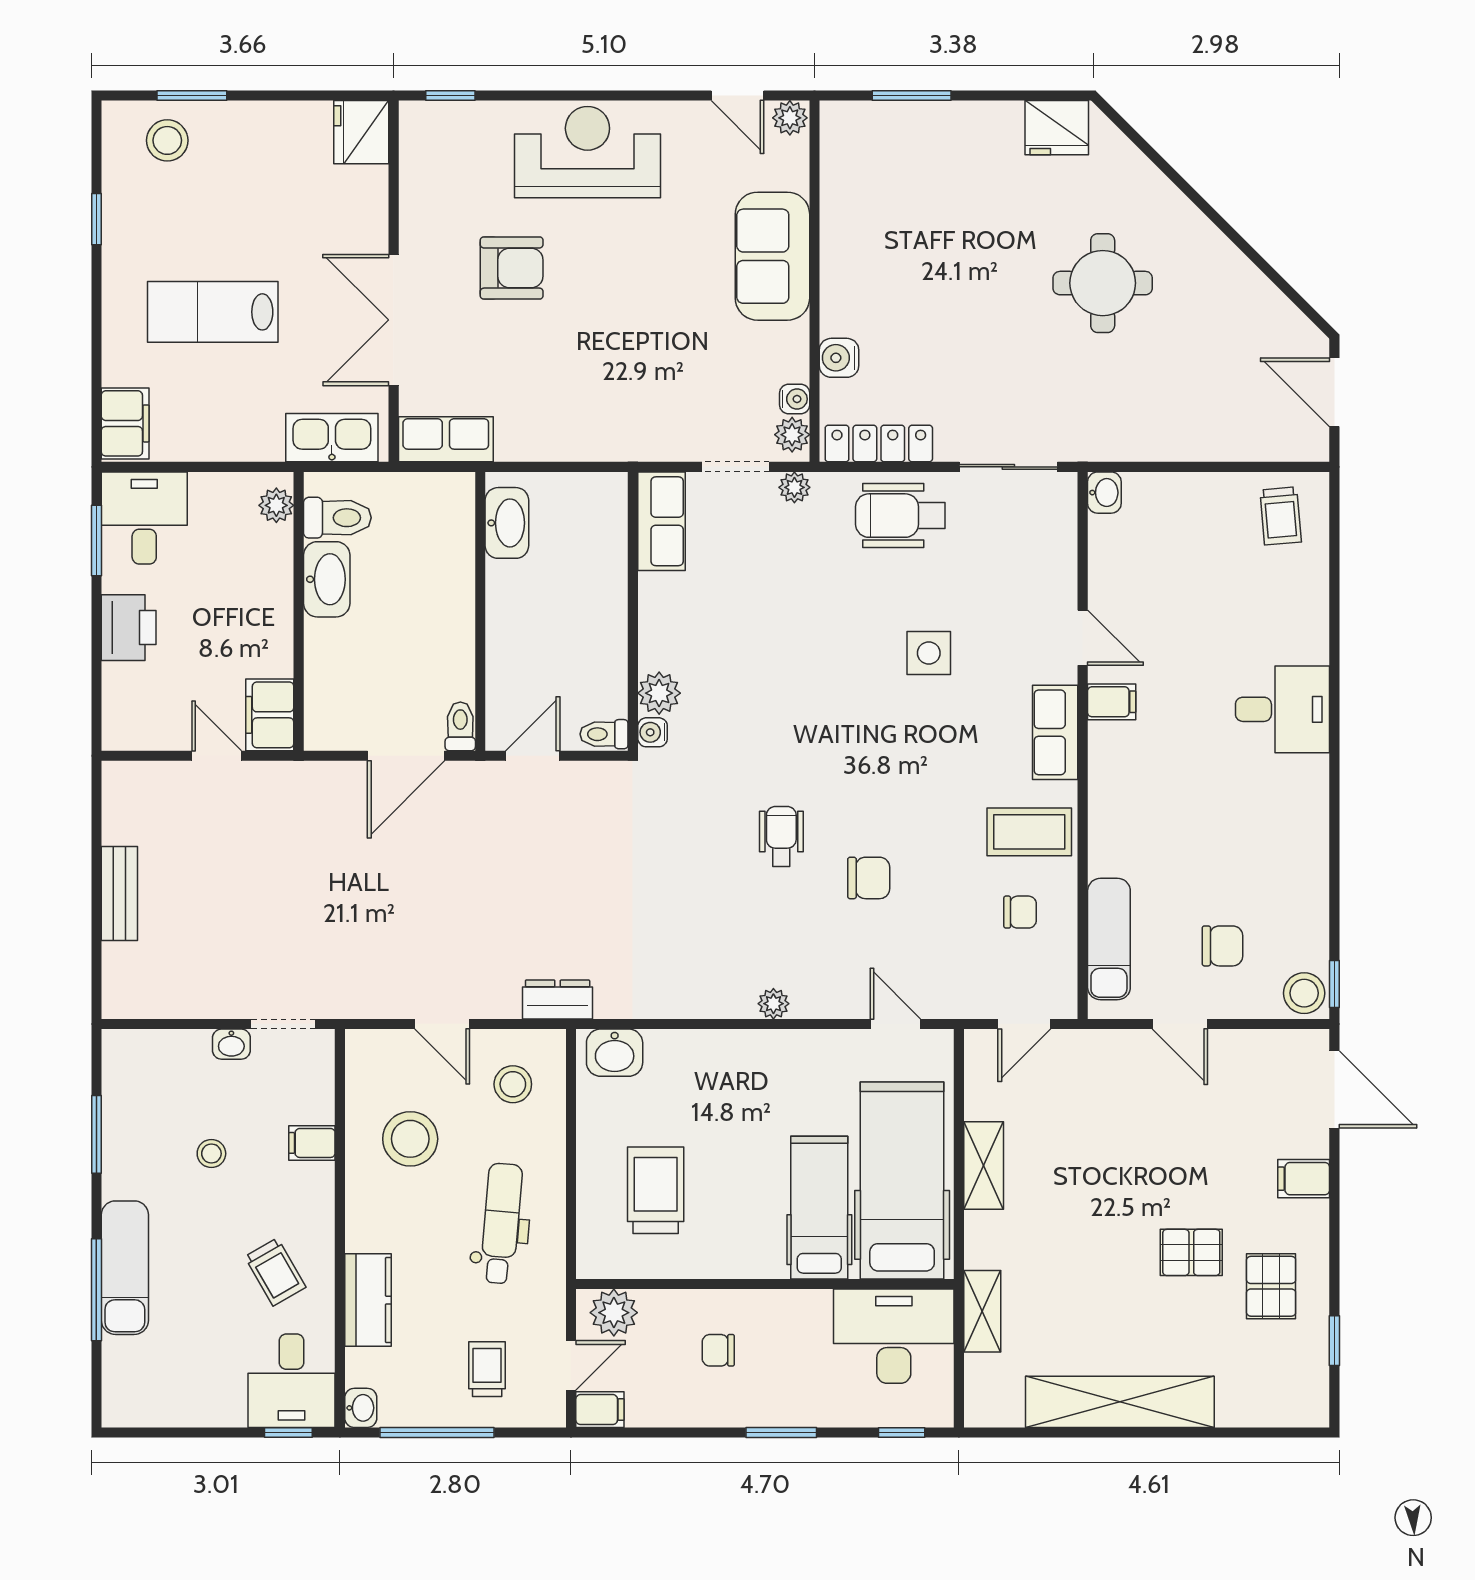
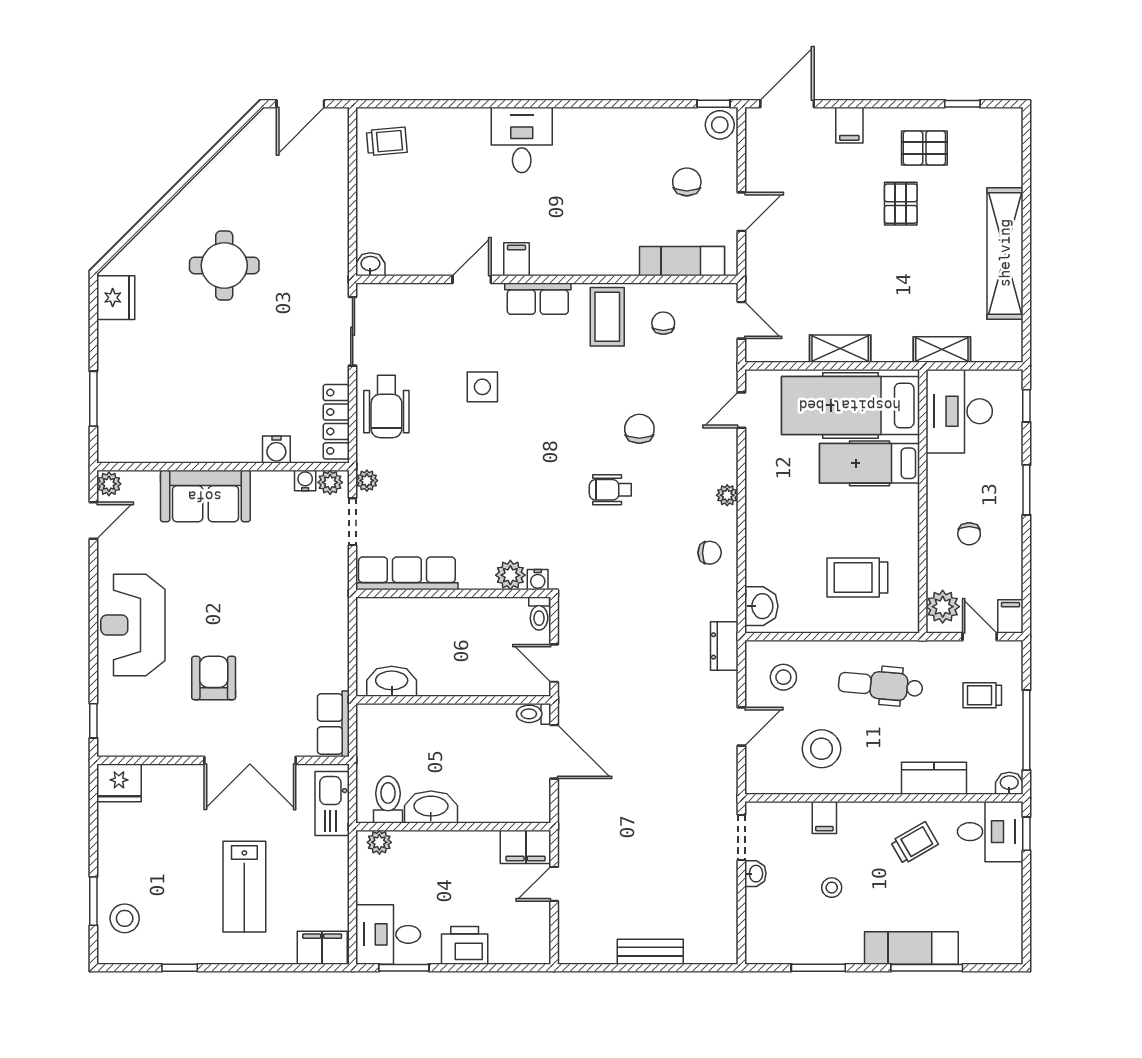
row of seats: (661, 521) -> (407, 573), width x1.48
chair: (691, 979) -> (710, 553), added

